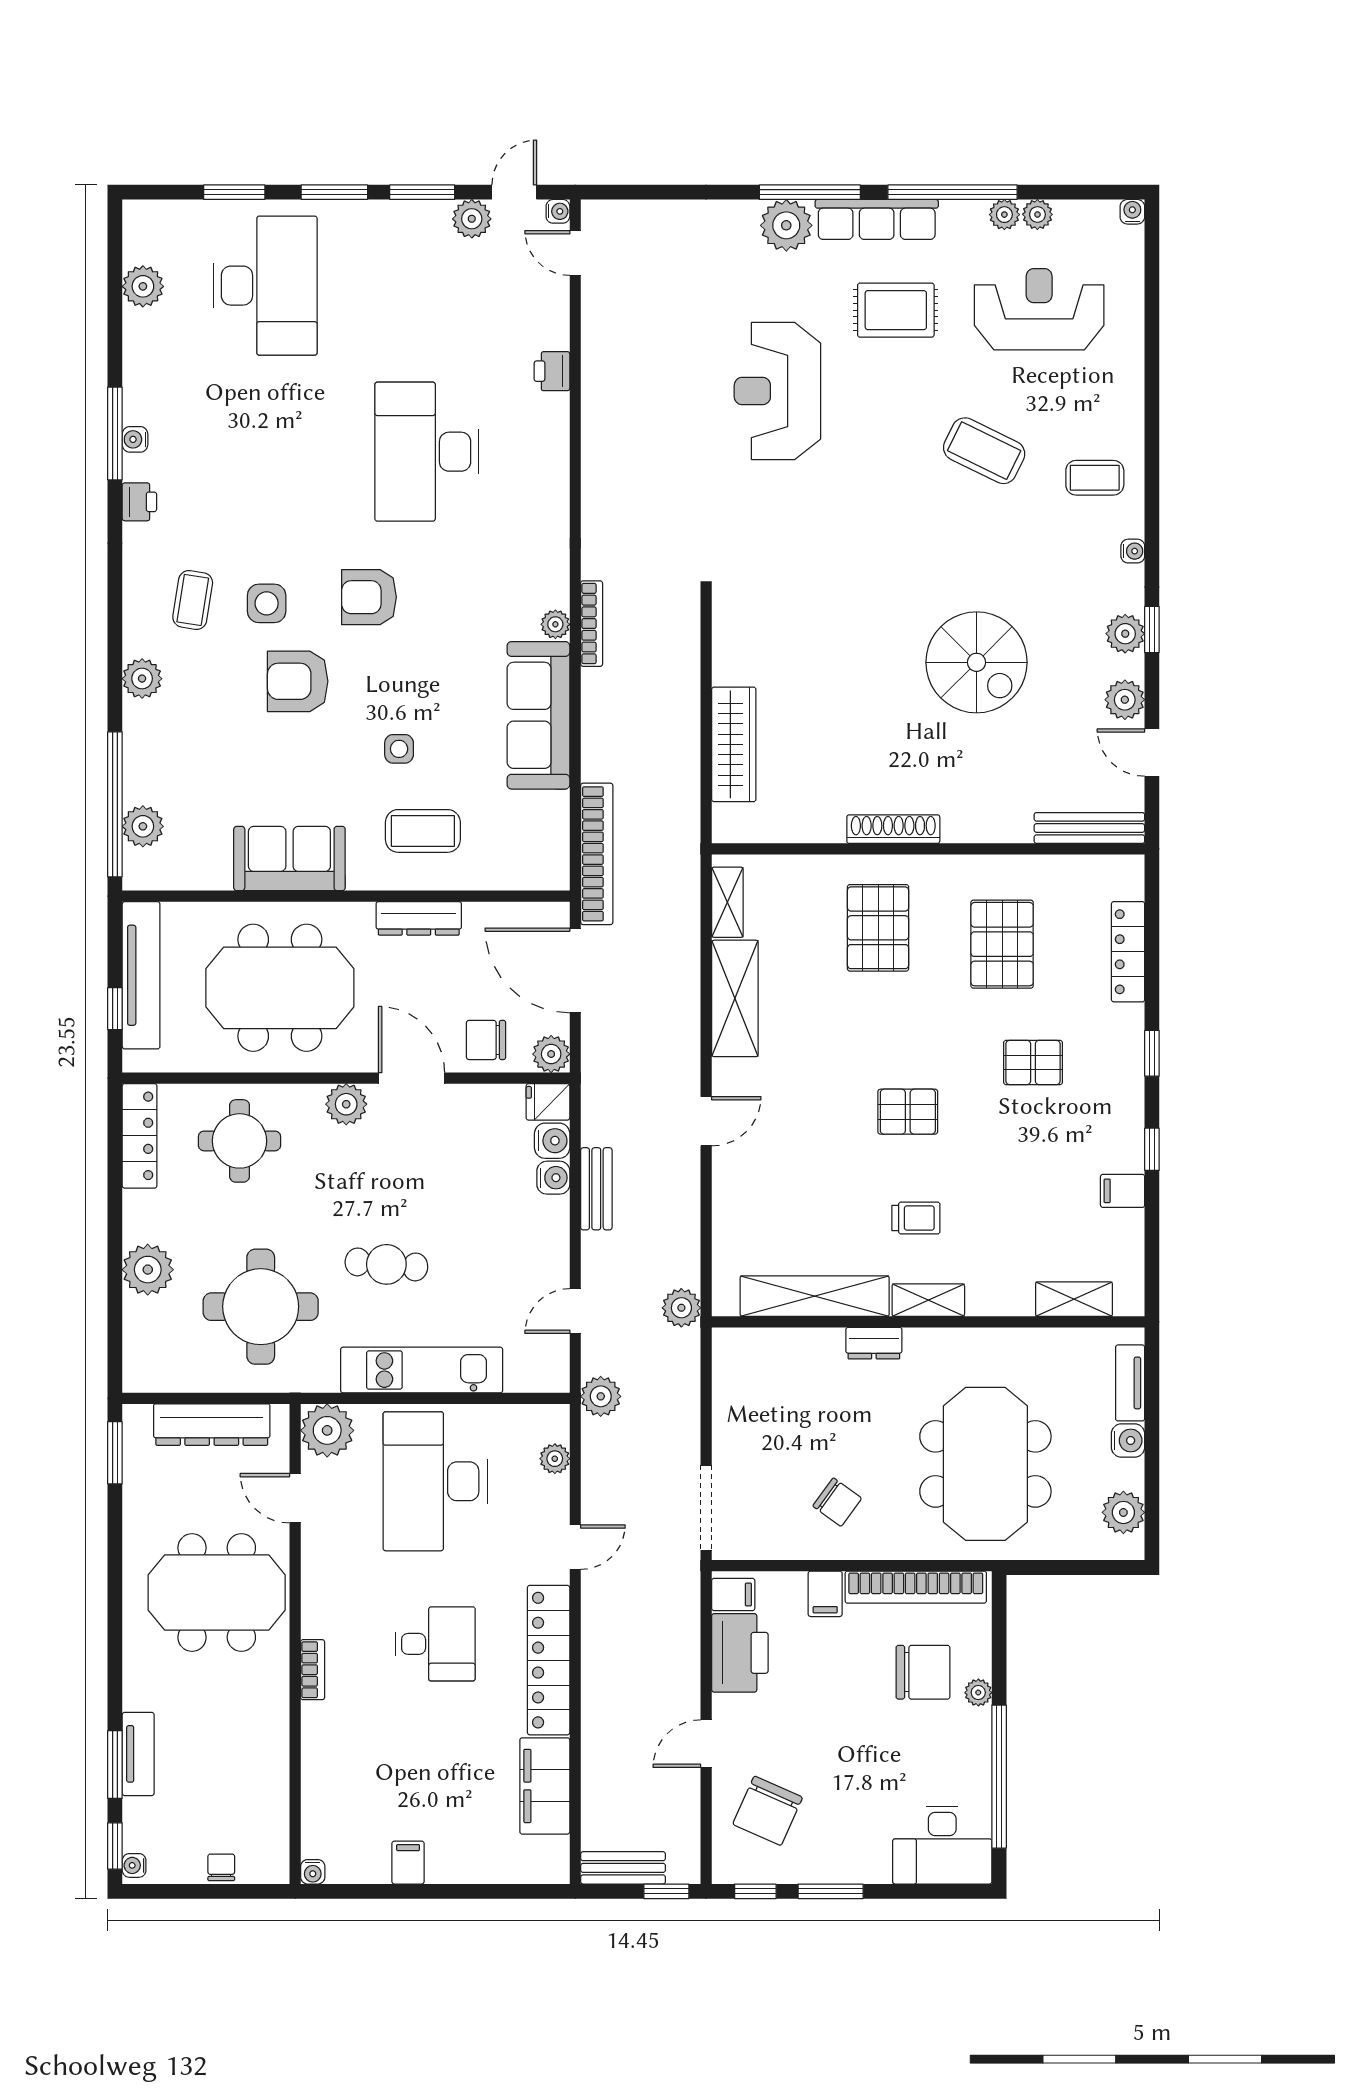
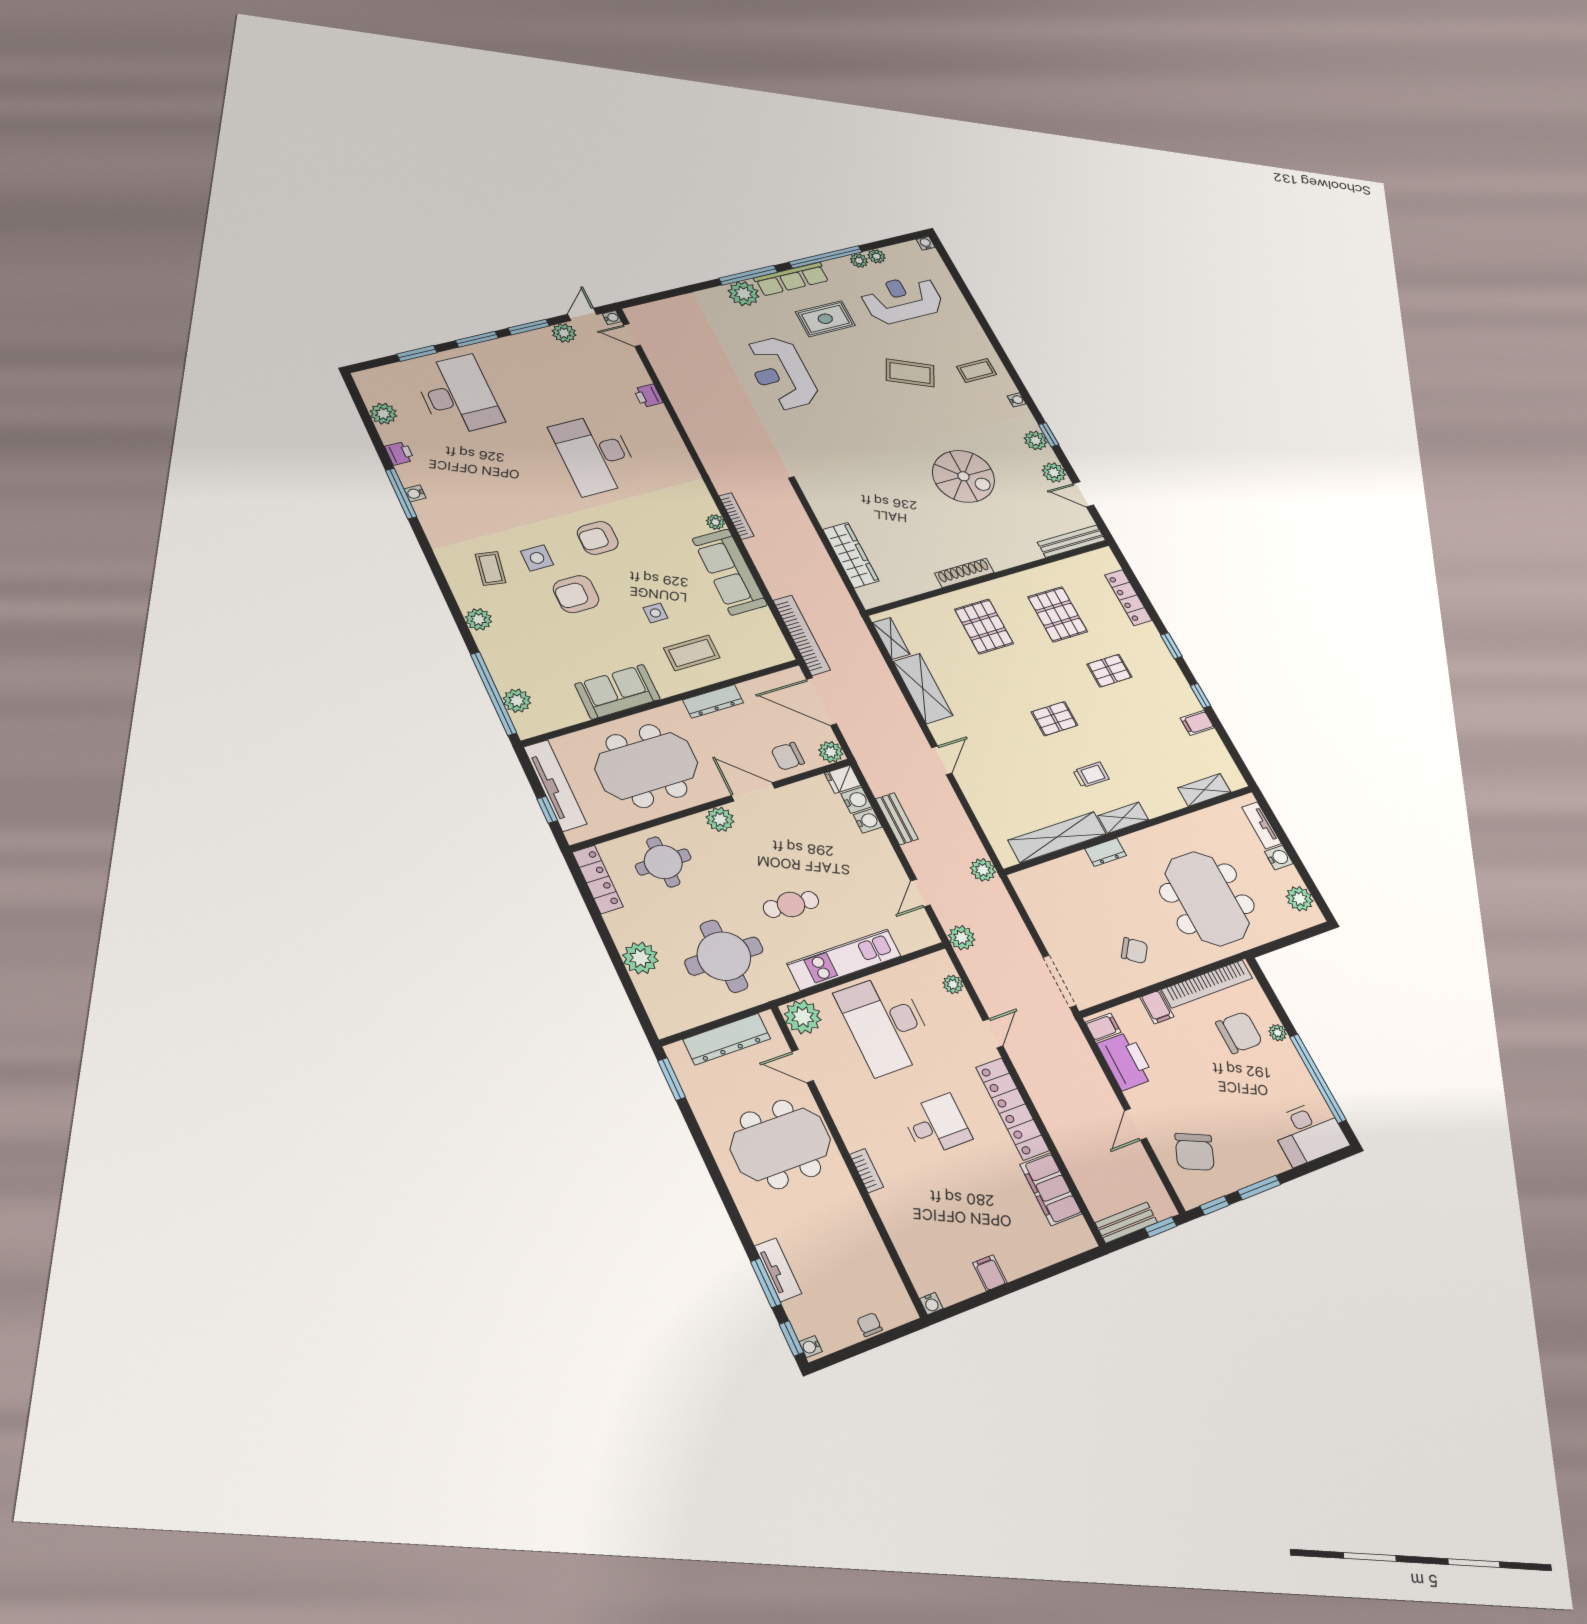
printer: (139, 502) -> (399, 453), moved

